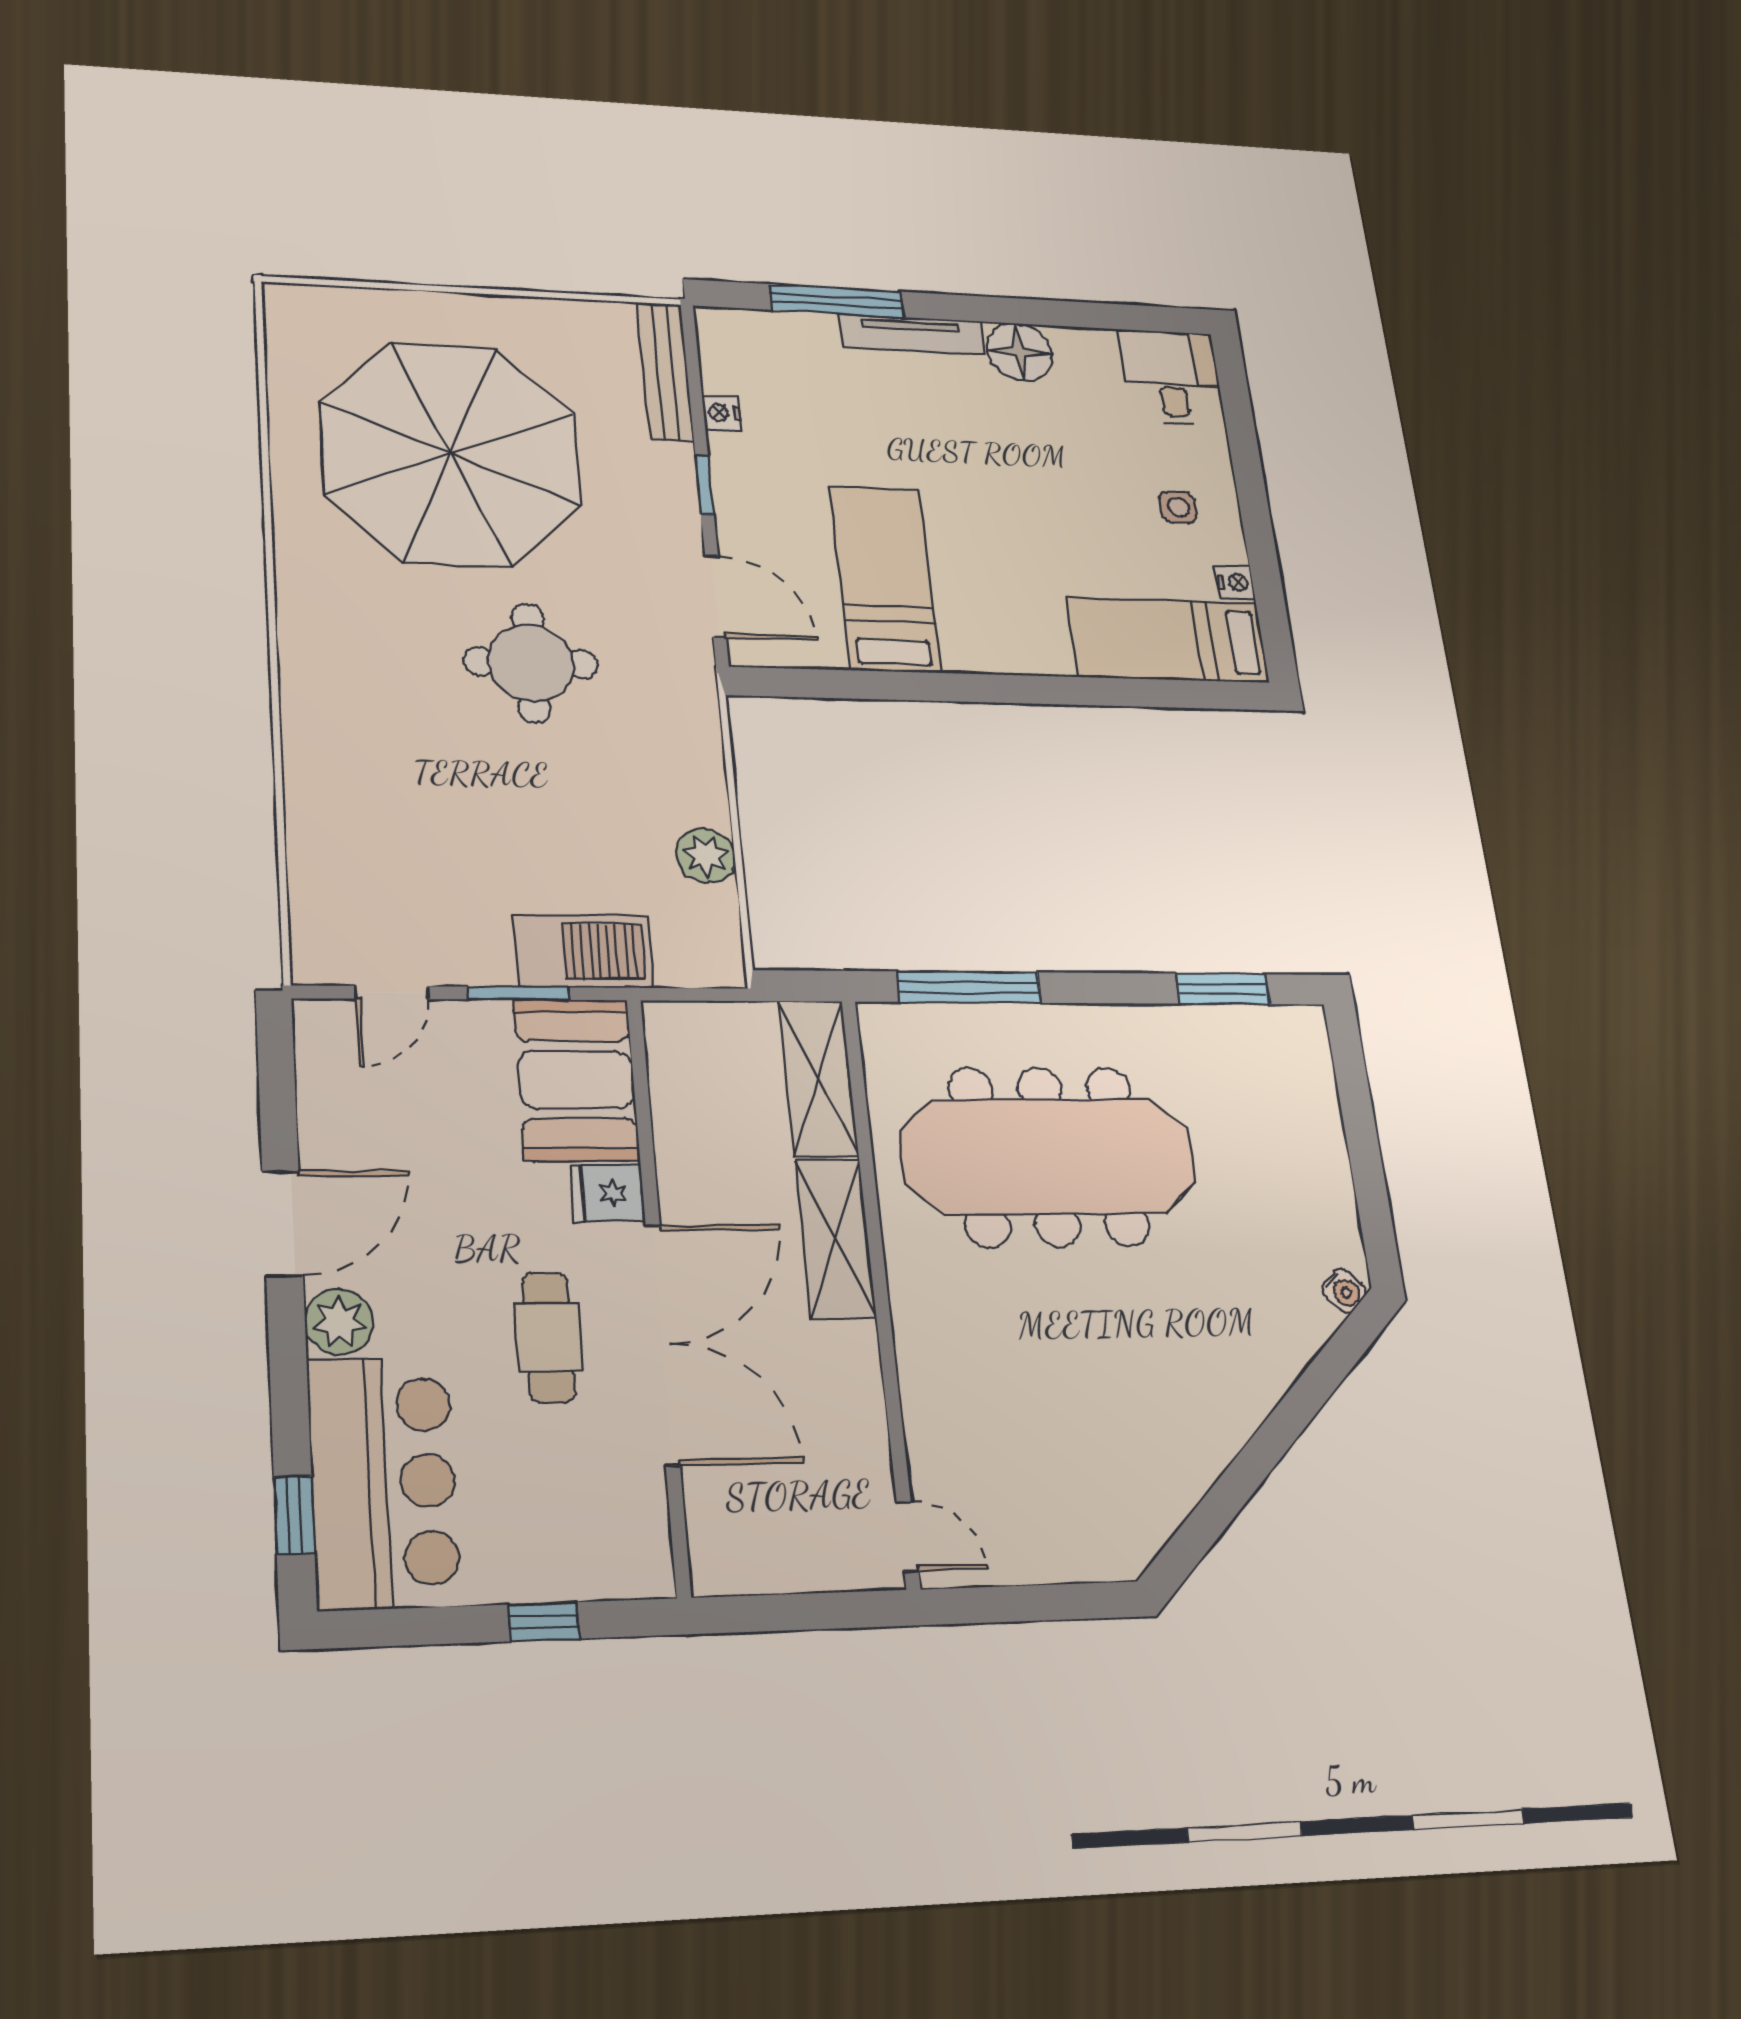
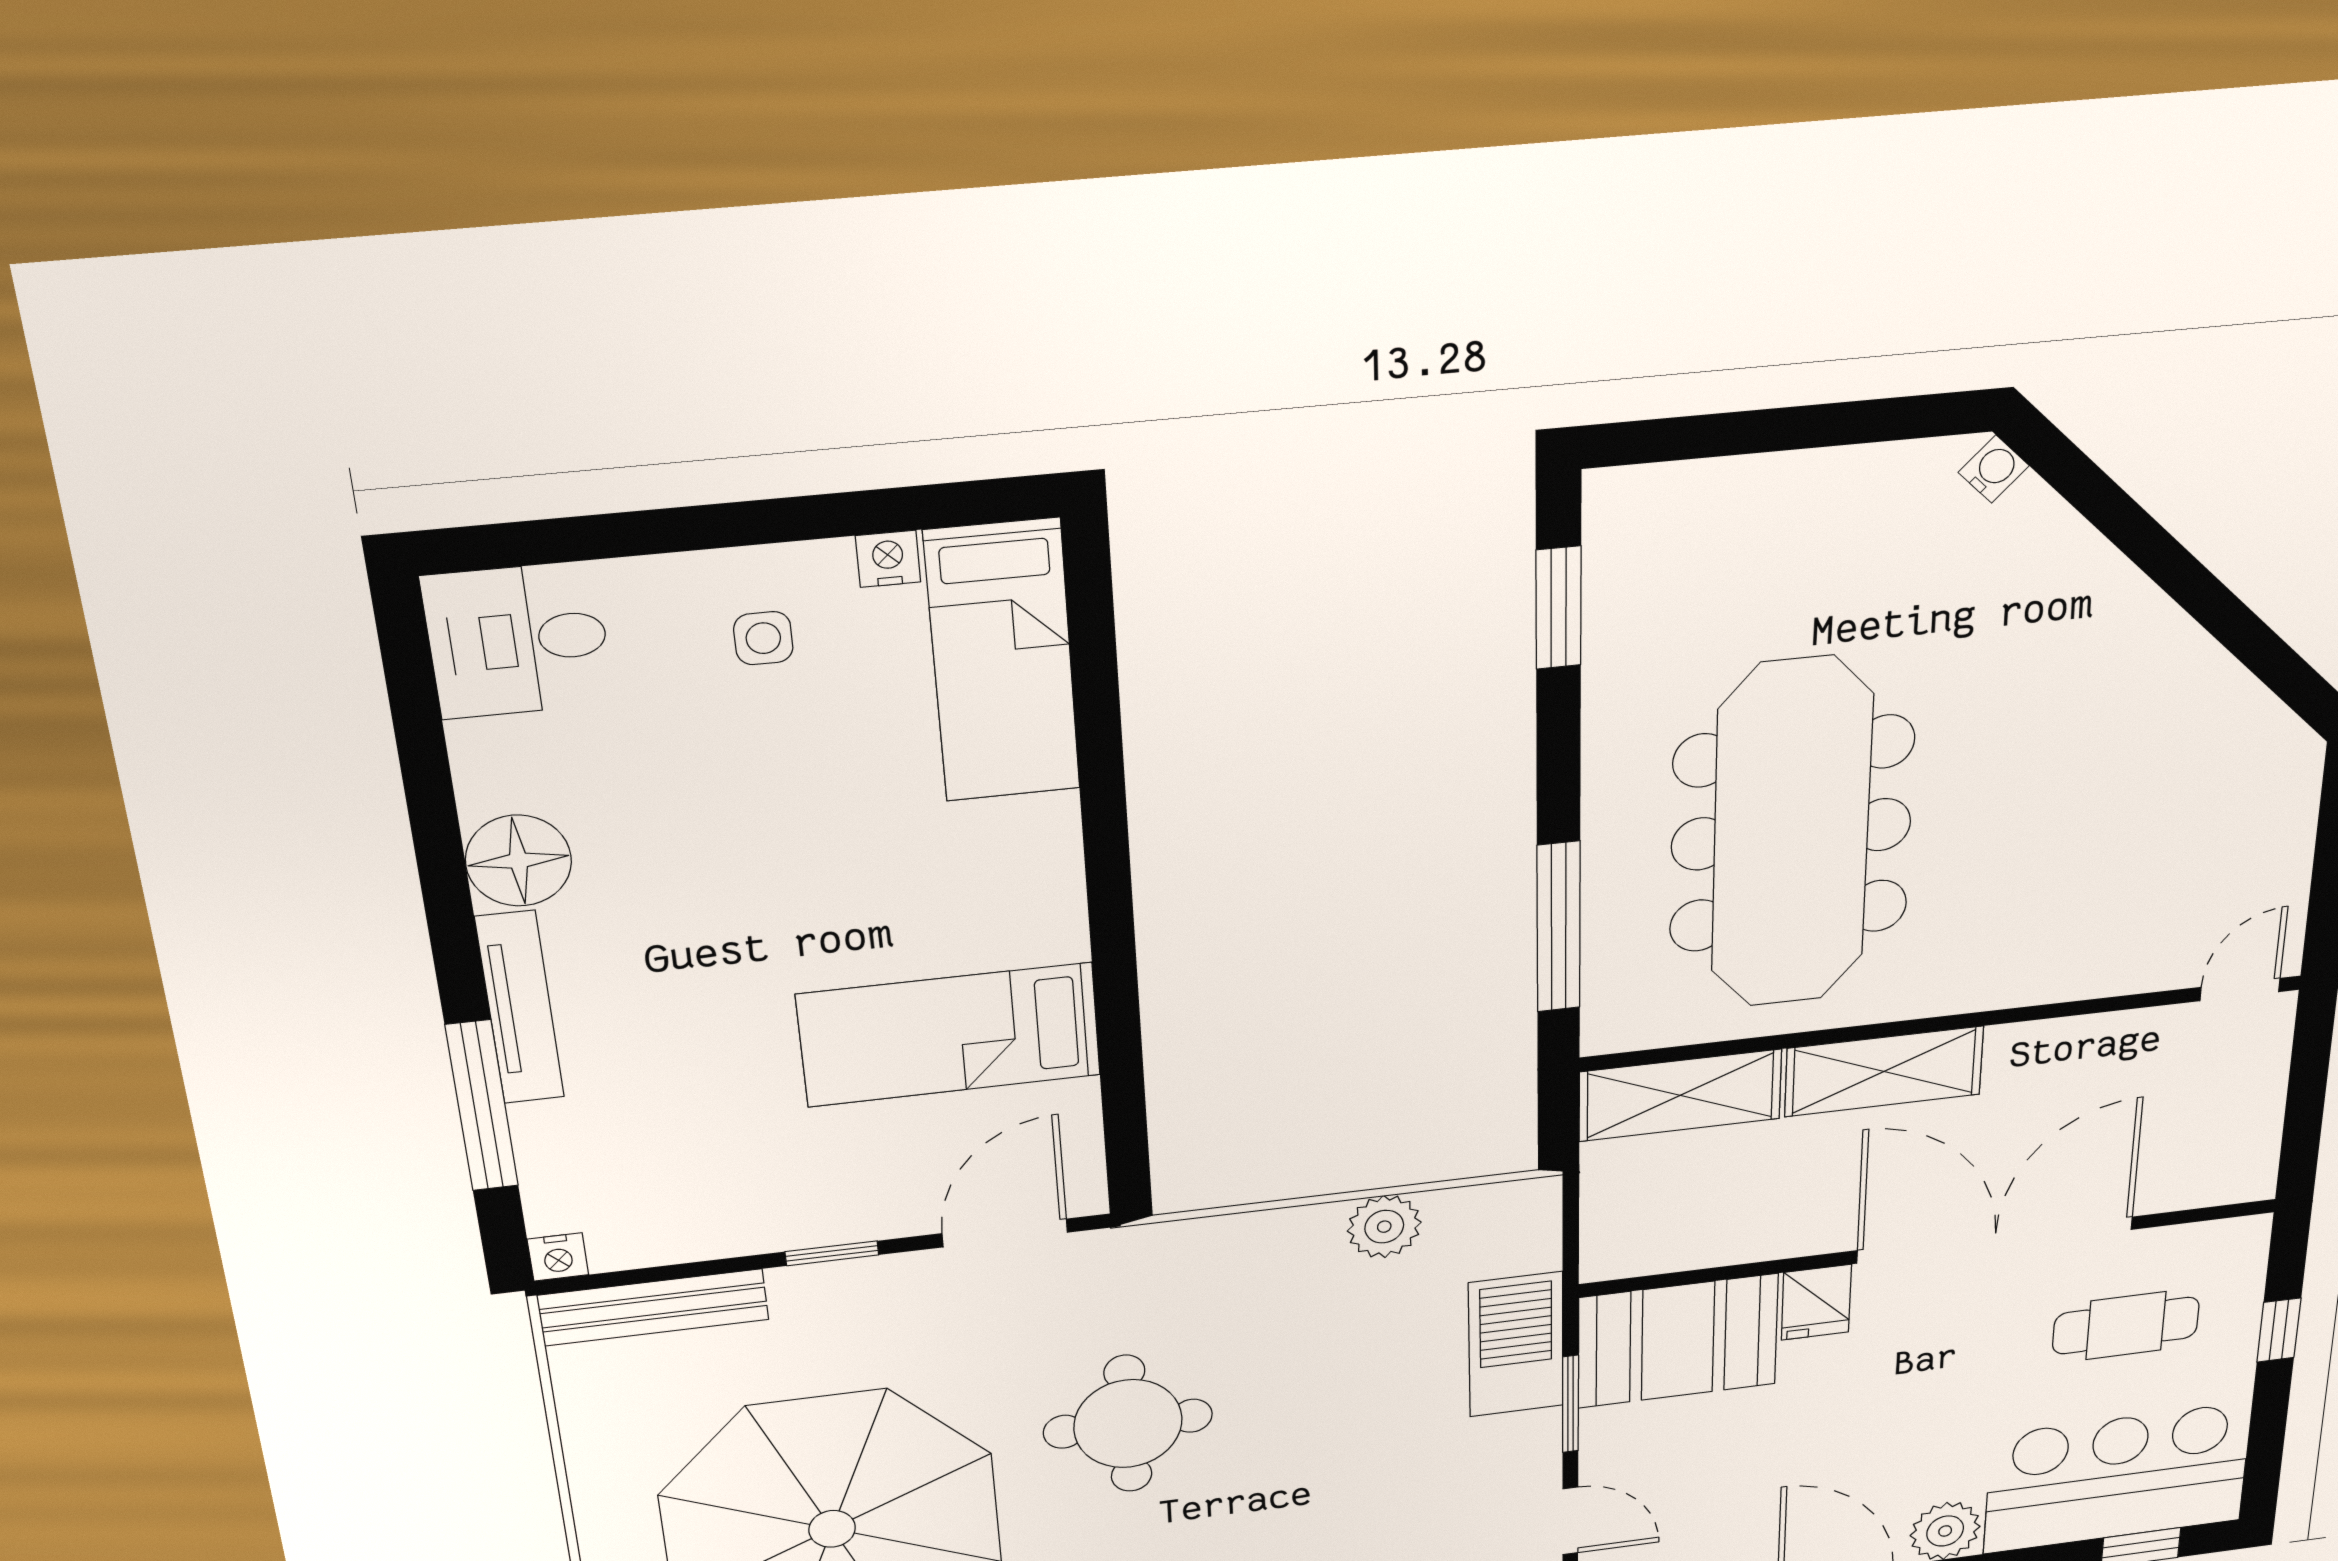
nightstand: (721, 413) -> (558, 1257), moved
cafe table: (549, 1337) -> (2126, 1326), moved

